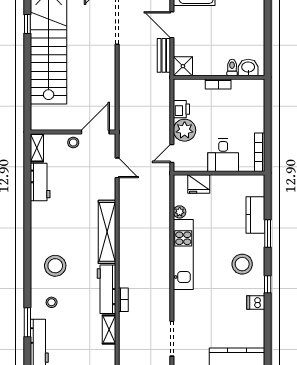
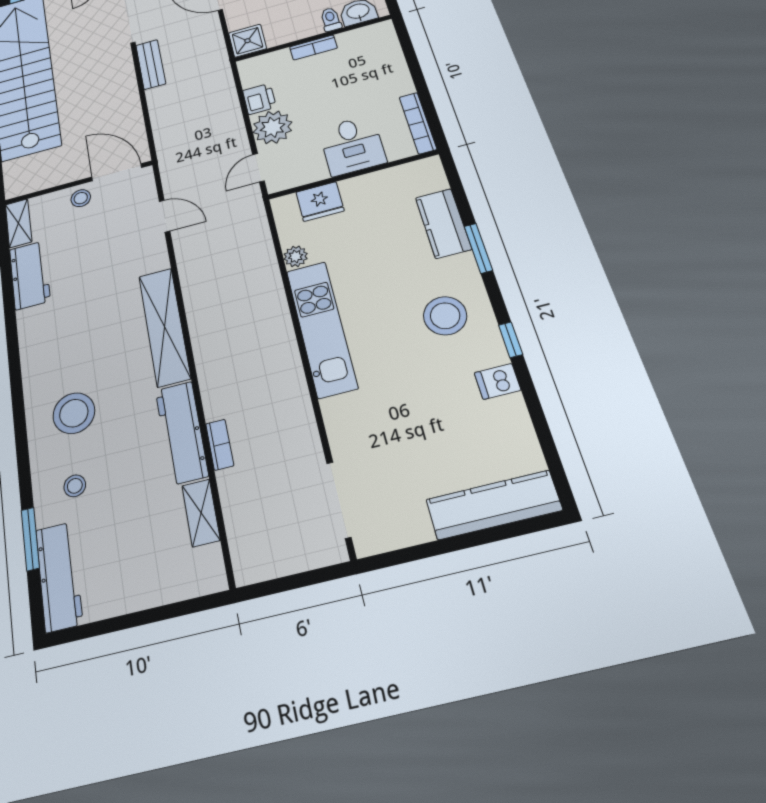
bench: (164, 55) -> (151, 64), moved
door: (95, 132) -> (117, 172), hinge flipped

